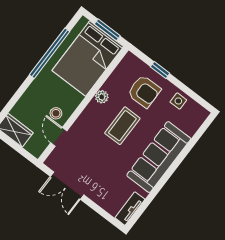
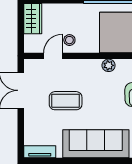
coffee table: (122, 126) -> (66, 101), moved

